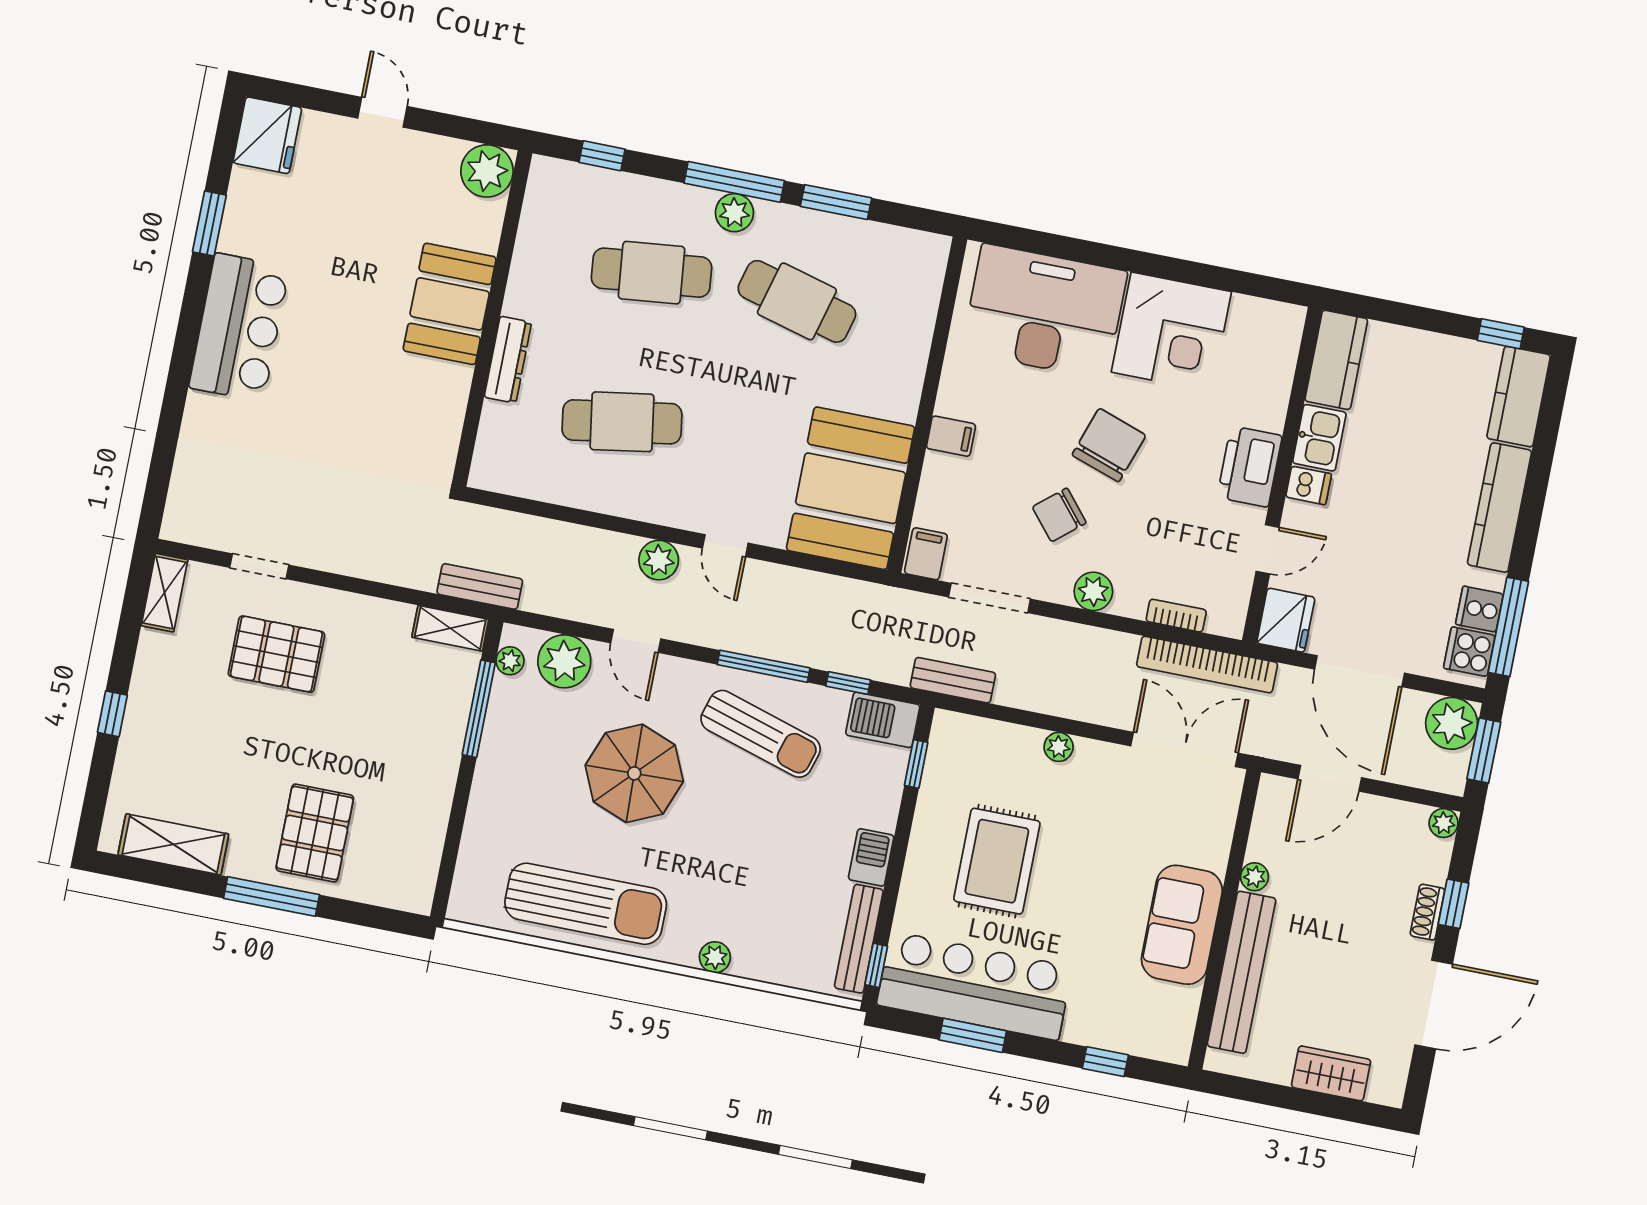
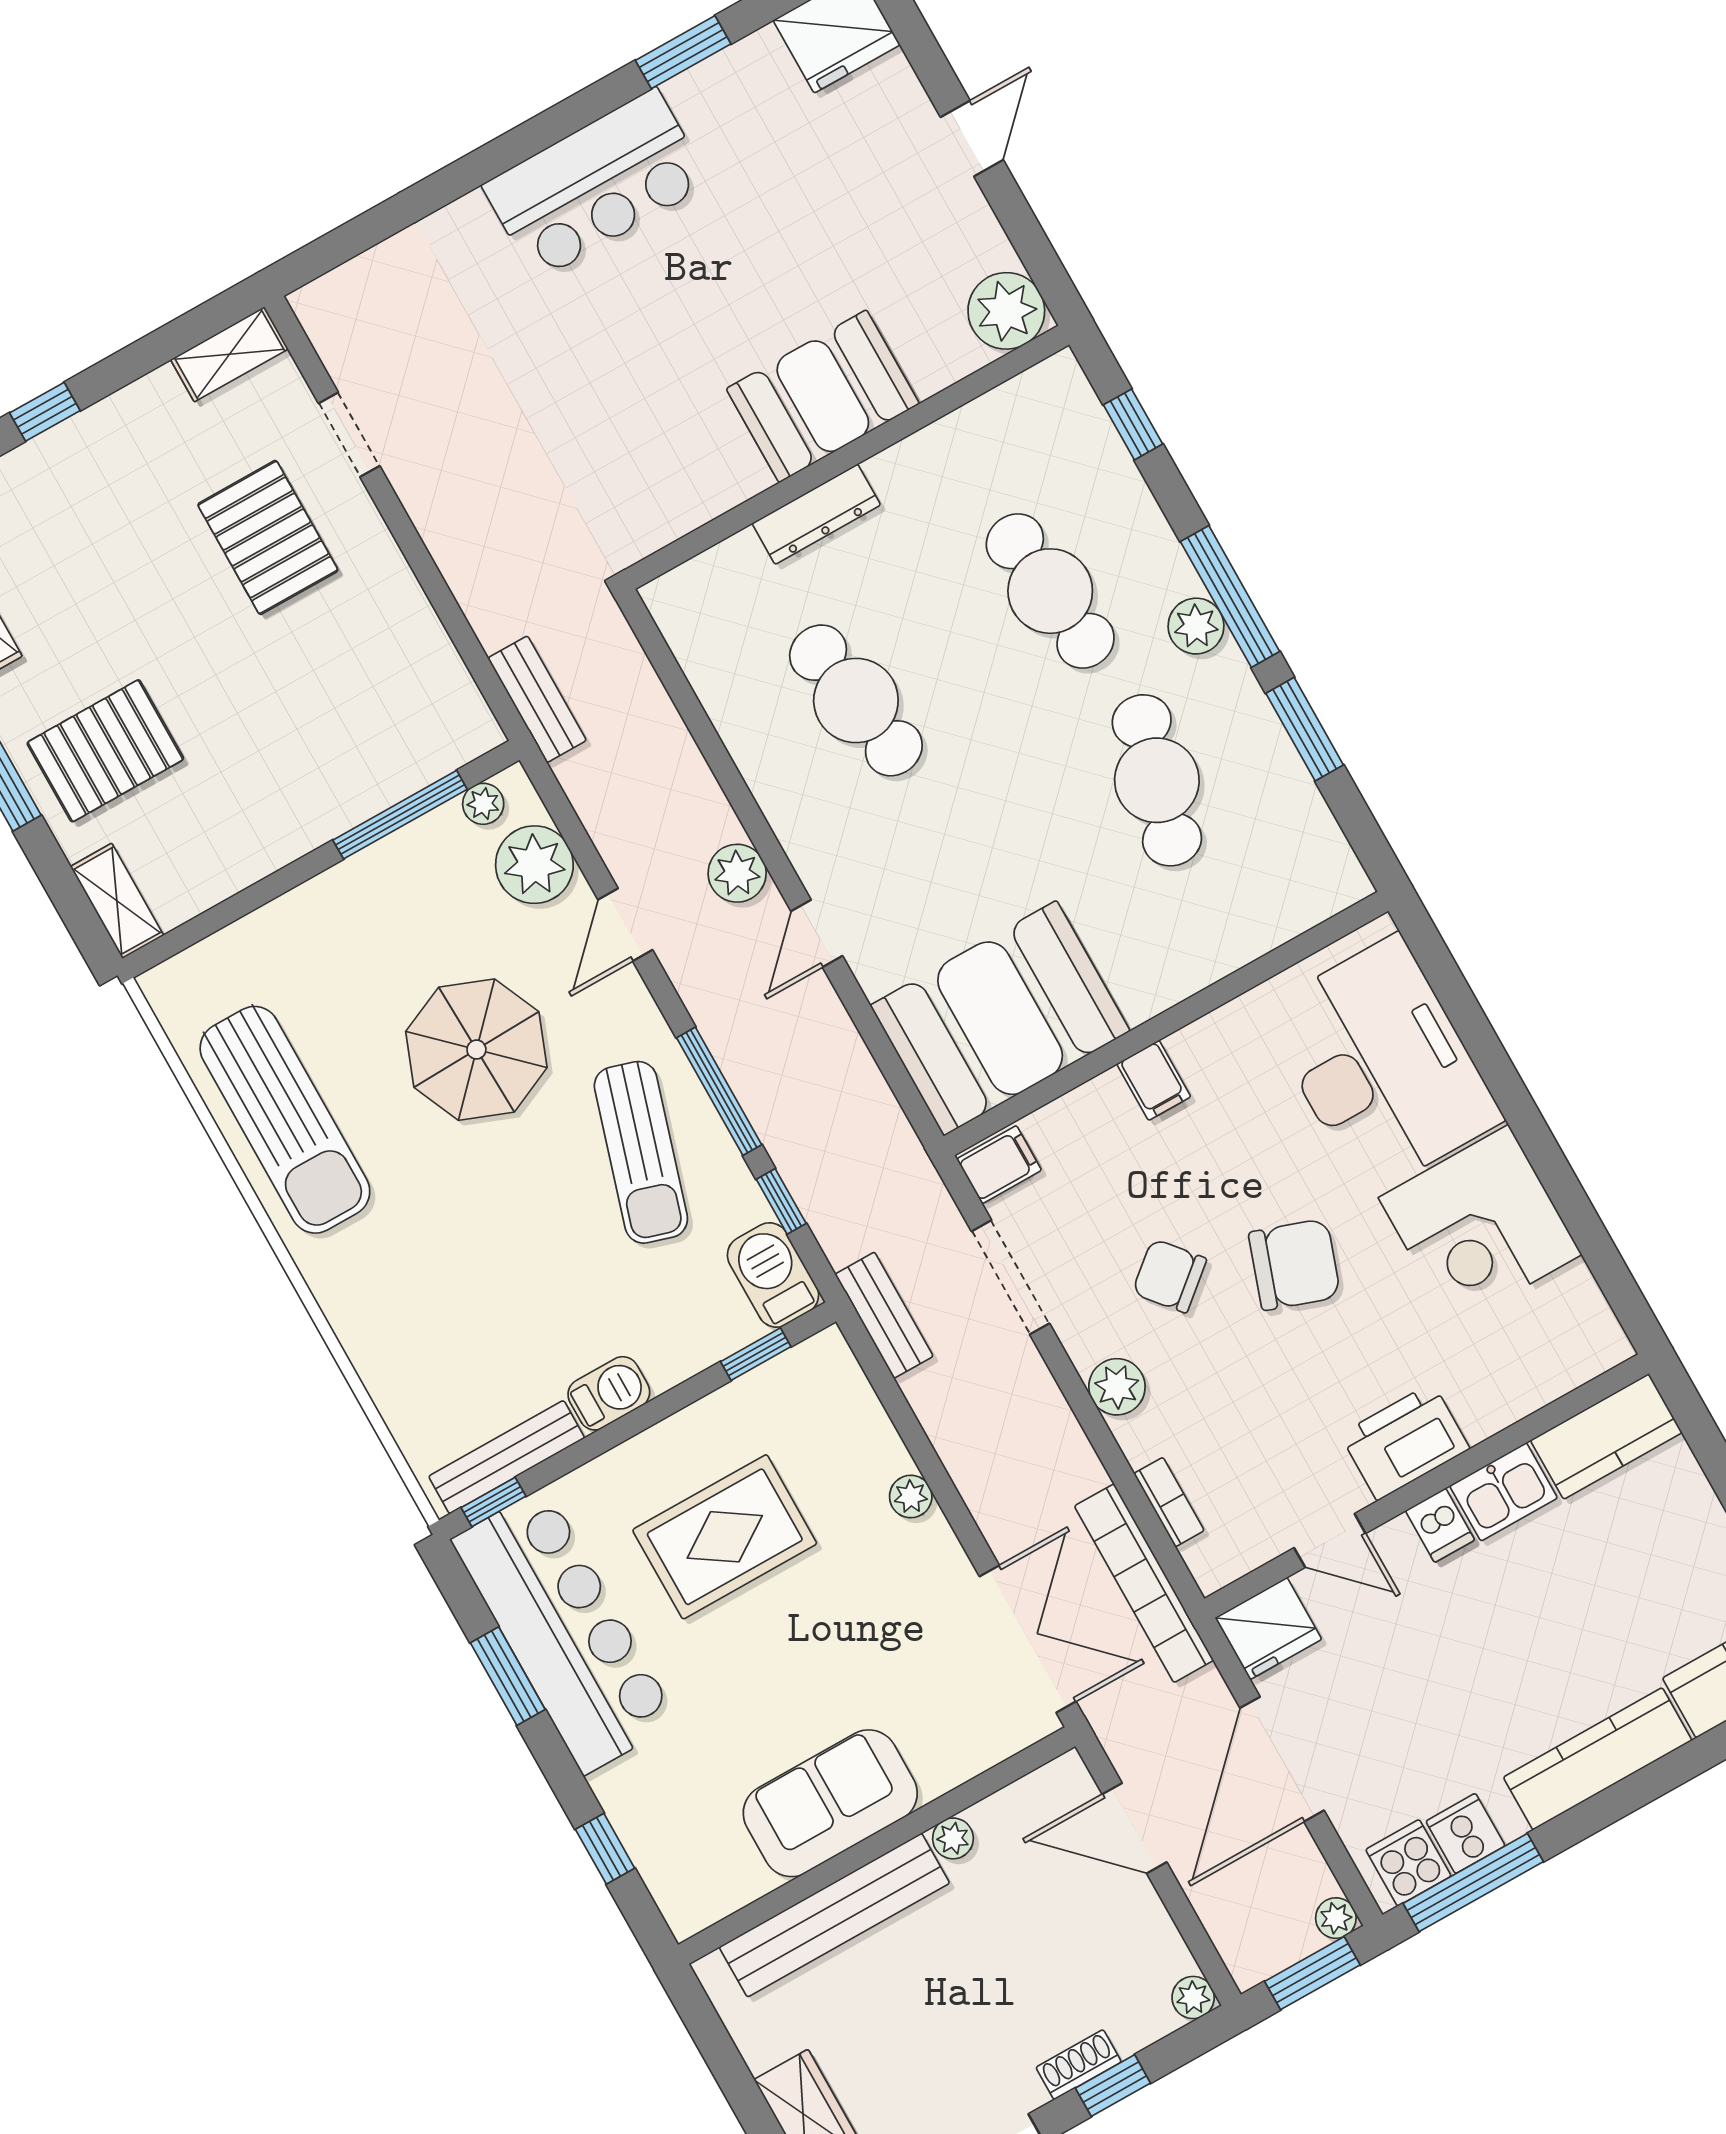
shelving: (450, 628) -> (117, 901), moved
plant: (1452, 723) -> (1336, 1918), width x0.53, depth x0.53
plant: (715, 957) -> (349, 1315), removed

